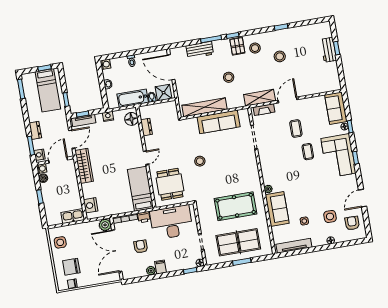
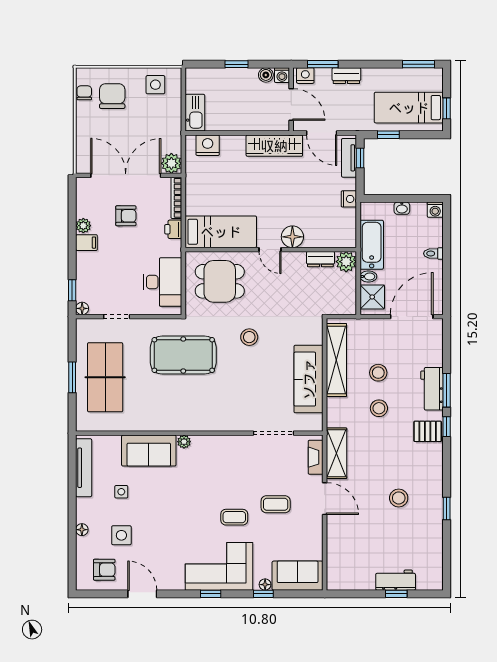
stool: (255, 48) -> (378, 373), moved
workbench: (200, 50) -> (432, 389), moved
plant: (145, 112) -> (346, 262), added
floor lamp: (131, 119) -> (292, 237), moved
pool table: (236, 206) -> (183, 355), moved, turned 90
desk: (171, 222) -> (163, 282), width x0.73, depth x0.77

